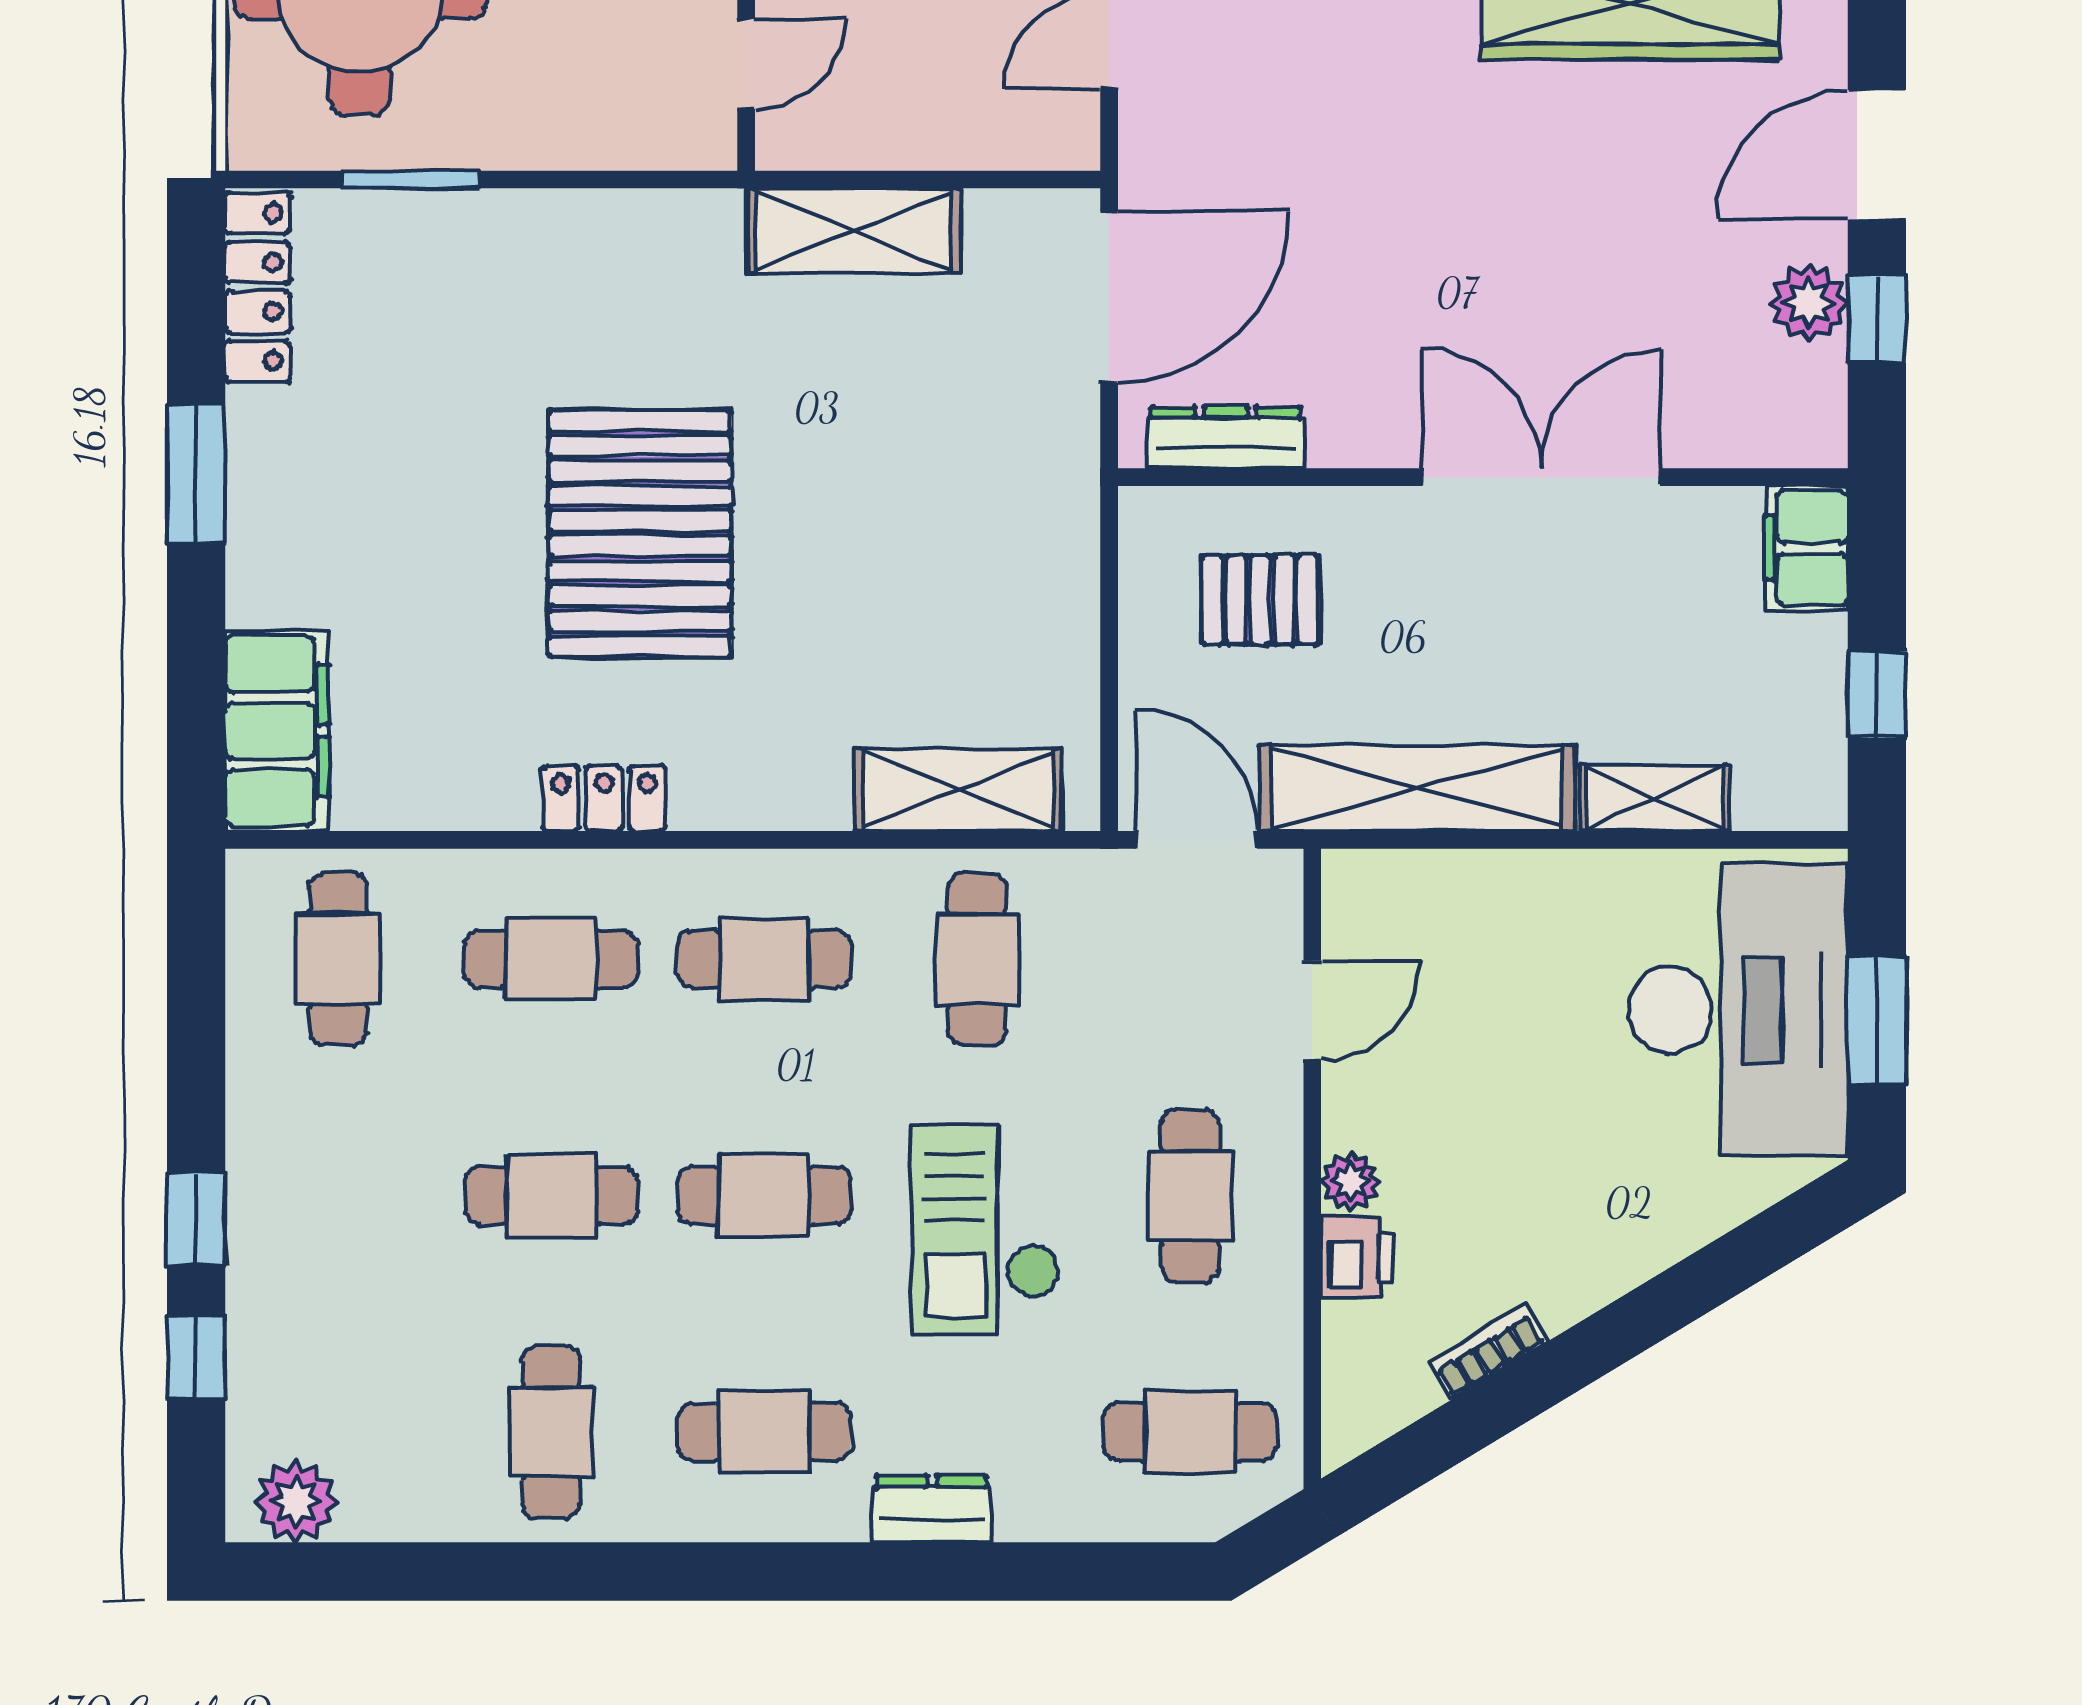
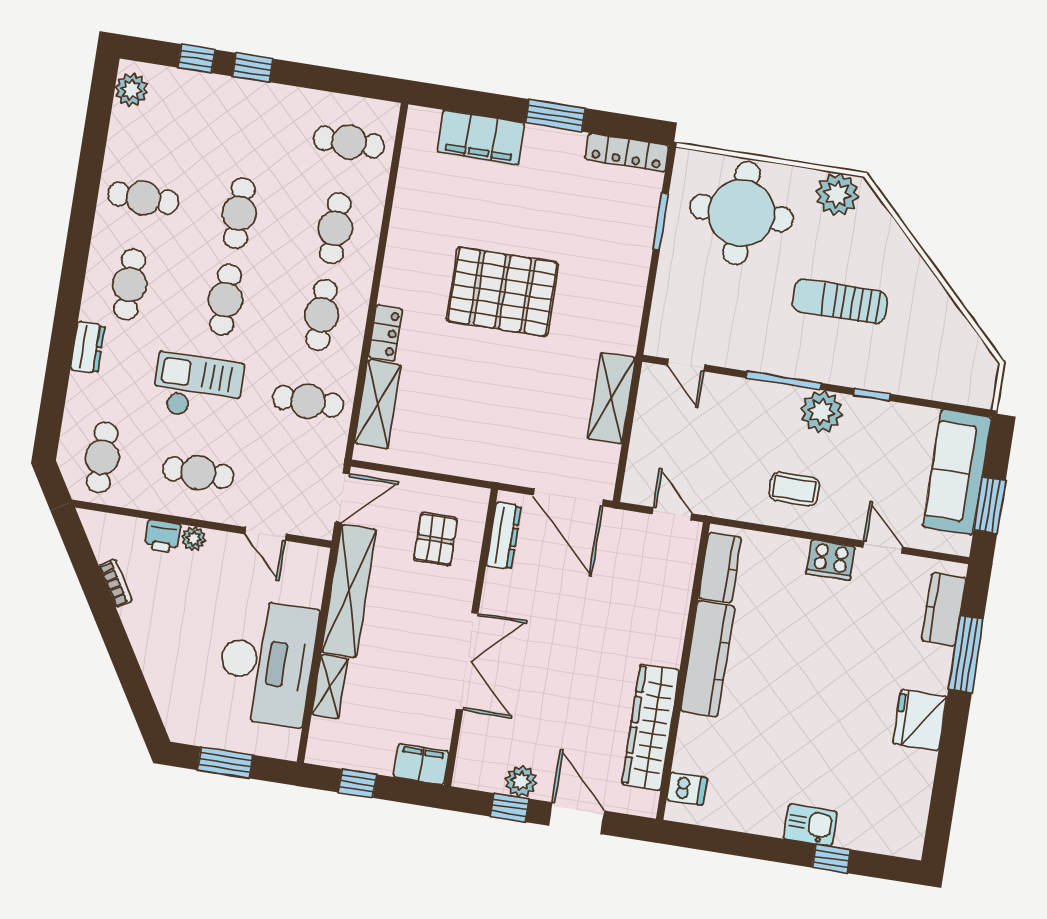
filing cabinet: (277, 731) -> (481, 137), moved
locker: (604, 798) -> (386, 333), moved
desk: (1738, 1009) -> (267, 662), moved, turned -90

